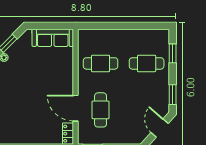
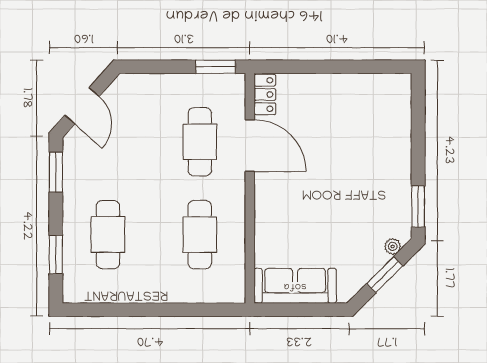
cafe table: (101, 63) -> (200, 235), turned 90
cafe table: (147, 63) -> (108, 235), turned 90

